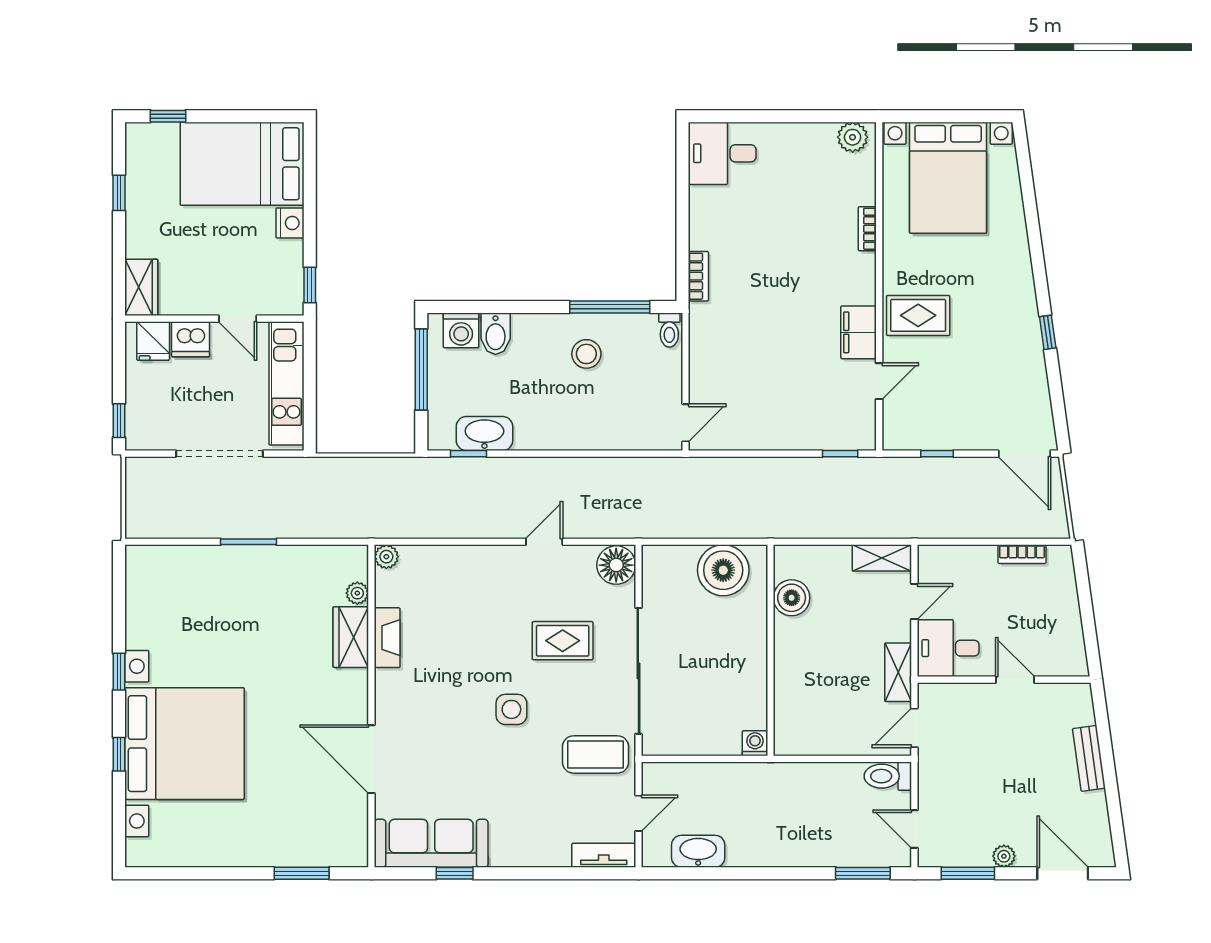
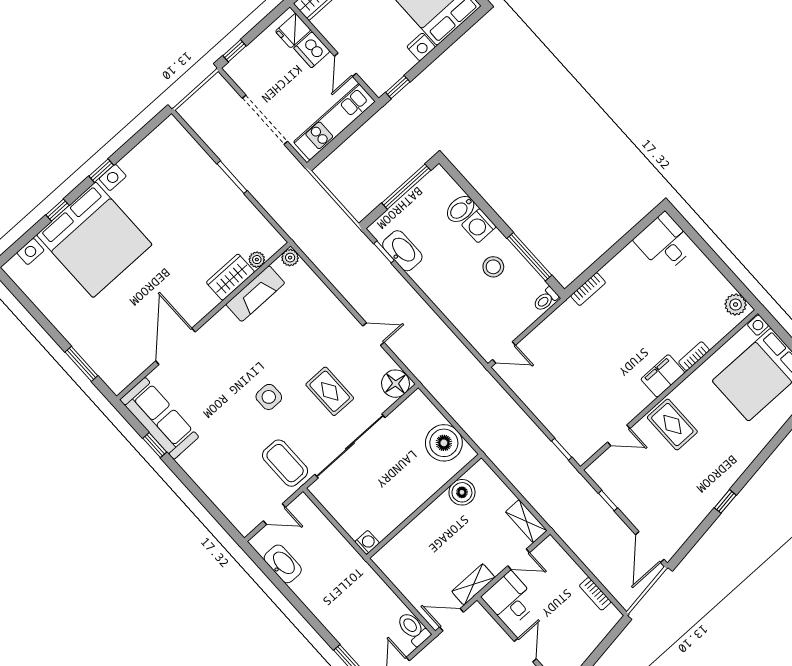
washing machine: (461, 330) -> (479, 226), moved
filing cabinet: (859, 332) -> (663, 376), moved
fireplace: (387, 638) -> (255, 294), width x1.37, depth x1.32
tv unit: (604, 855) -> (235, 516), removed

